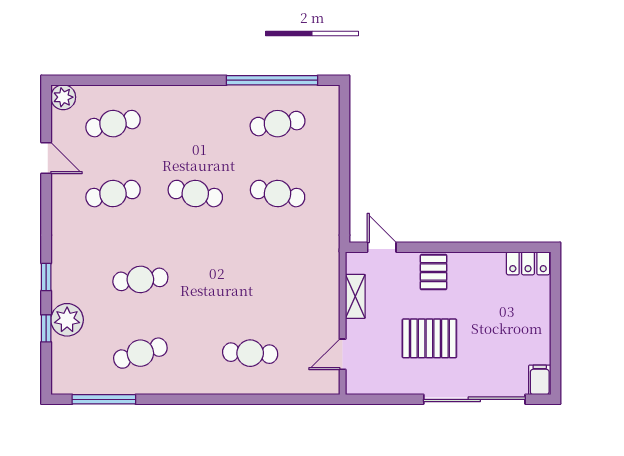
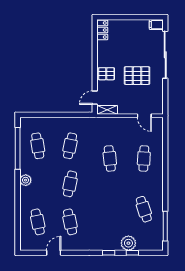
plant: (63, 97) -> (26, 180), moved
cafe table: (140, 279) -> (110, 158), moved
shelving: (355, 296) -> (107, 110), moved
pallet: (429, 338) -> (137, 76), turned 90

